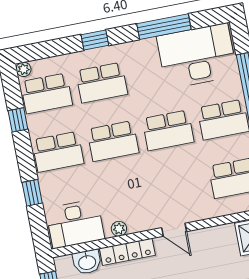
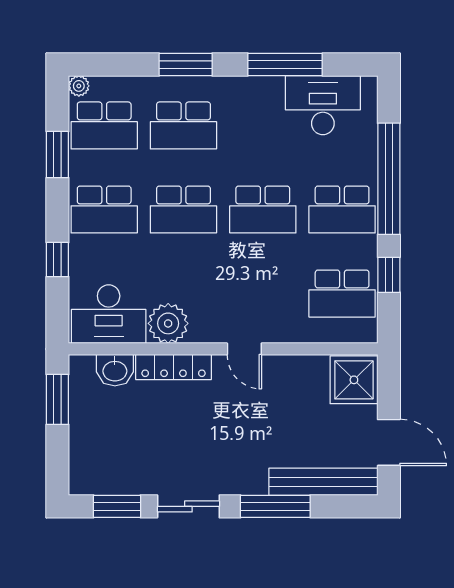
window: (95, 40) -> (186, 65), width x1.50
desk: (197, 56) -> (323, 105), width x0.73, depth x0.77
window: (18, 120) -> (57, 155), width x1.50
plant: (119, 229) -> (168, 323), width x1.88, depth x1.88

